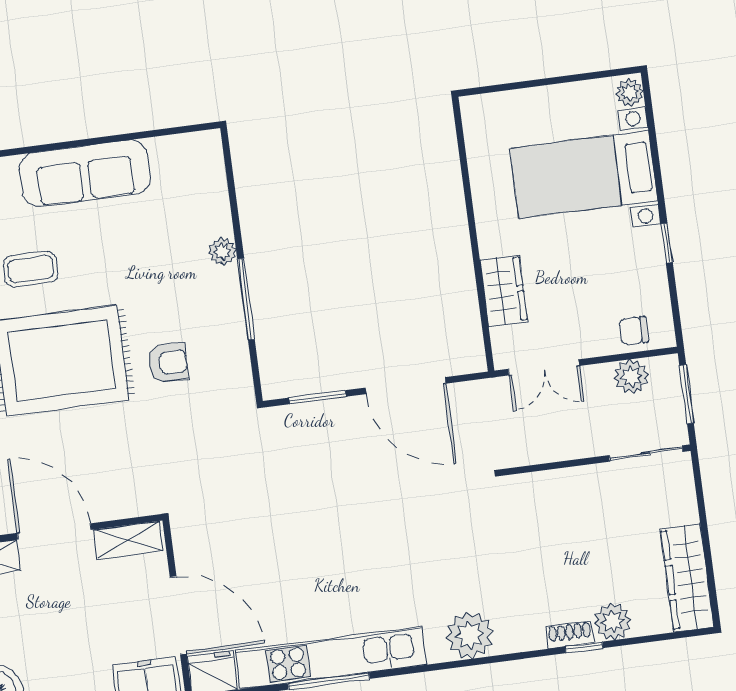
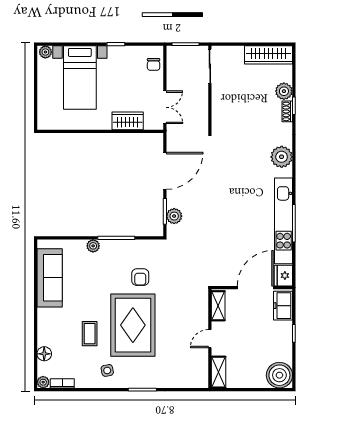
sofa: (85, 173) -> (50, 278), moved
armchair: (168, 363) -> (140, 277), turned 180
plant: (631, 377) -> (174, 216), moved
door: (54, 531) -> (210, 339), width x0.53

